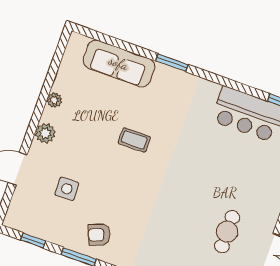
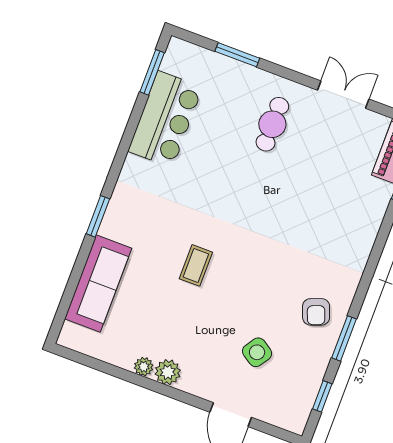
plant: (45, 133) -> (168, 372), moved
side table: (67, 189) -> (257, 352), turned 36
cafe table: (227, 232) -> (272, 124), moved, turned 90

